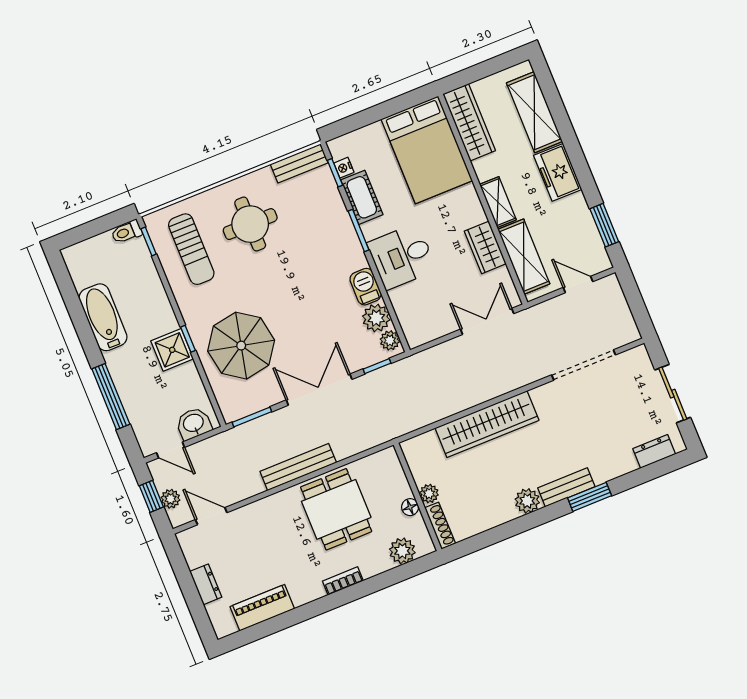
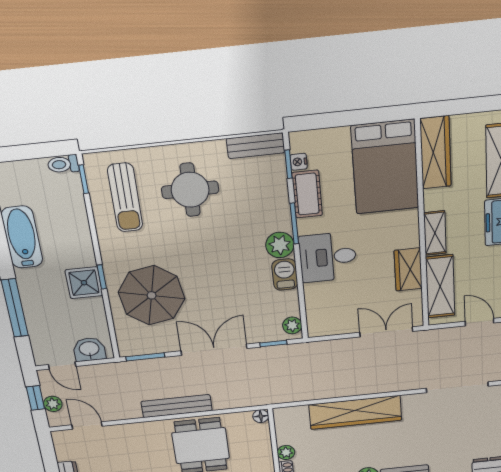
plant: (376, 318) -> (280, 245), moved
floor lamp: (410, 507) -> (261, 416), moved

